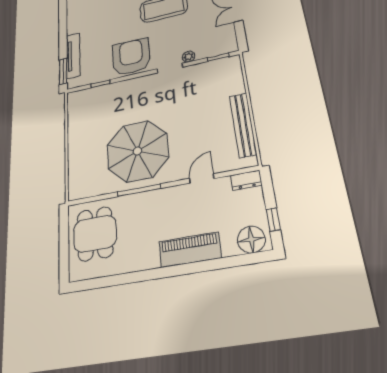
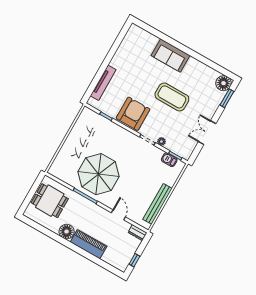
barbecue: (215, 67) -> (169, 160), added
window: (63, 71) -> (91, 89), removed
door: (202, 178) -> (118, 215), hinge flipped
dining table: (95, 234) -> (50, 201), turned 90
floor lamp: (251, 240) -> (67, 232), moved

